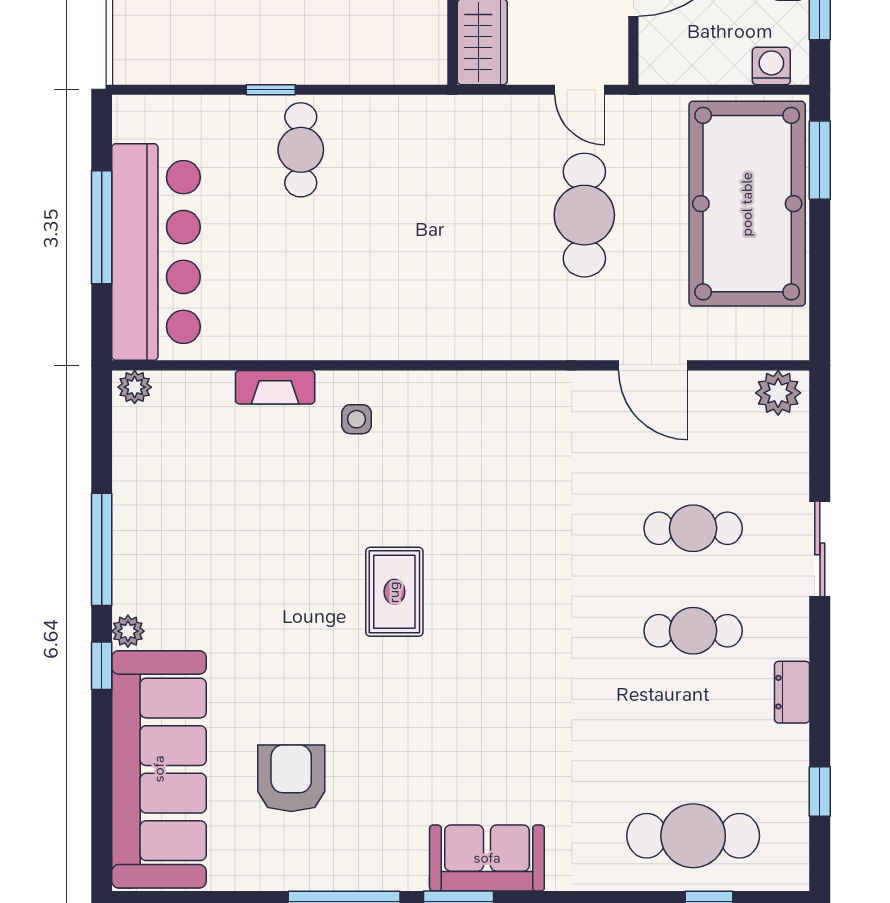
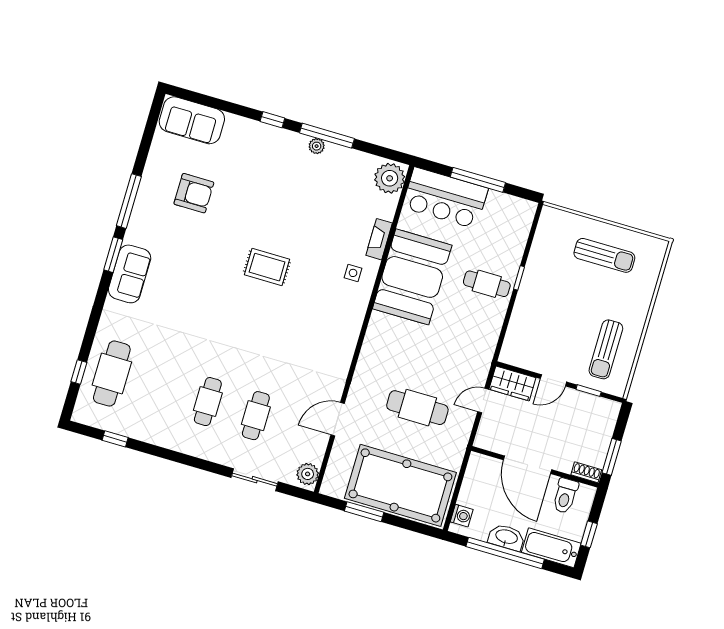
door: (580, 90) -> (483, 400), moved
window: (820, 160) -> (364, 512), moved
bar counter: (156, 252) -> (445, 198), width x0.73
booth: (330, 300) -> (412, 277), added
plant: (135, 387) -> (390, 178), width x1.88, depth x1.88
sliding door: (820, 549) -> (255, 480), moved
plant: (128, 631) -> (317, 146), moved
dresser: (792, 692) -> (166, 440), removed
sofa: (159, 769) -> (192, 120), width x0.54, depth x0.79

